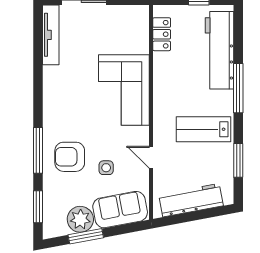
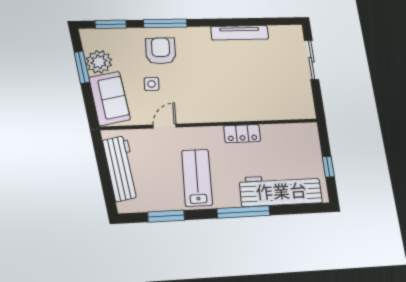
locker: (162, 34) -> (242, 134), moved
tv unit: (51, 35) -> (240, 33), moved
corner sofa: (124, 90) -> (230, 98), removed

